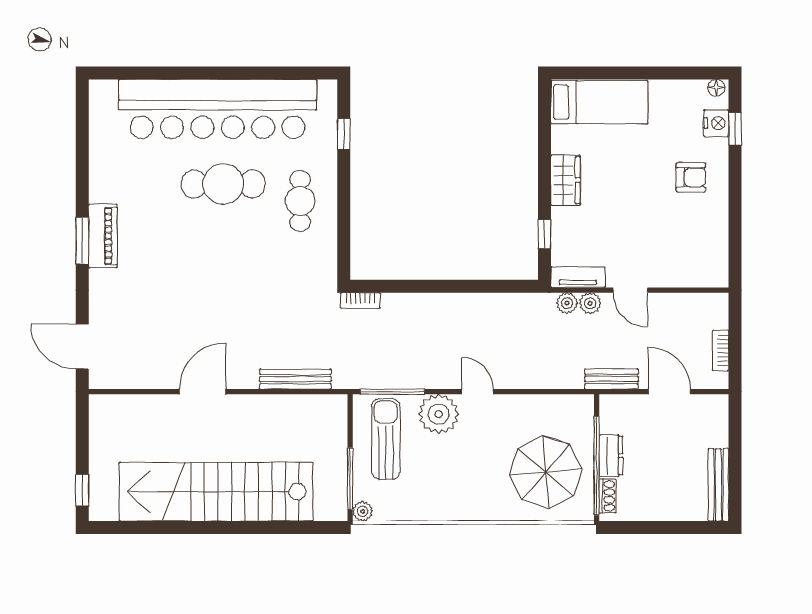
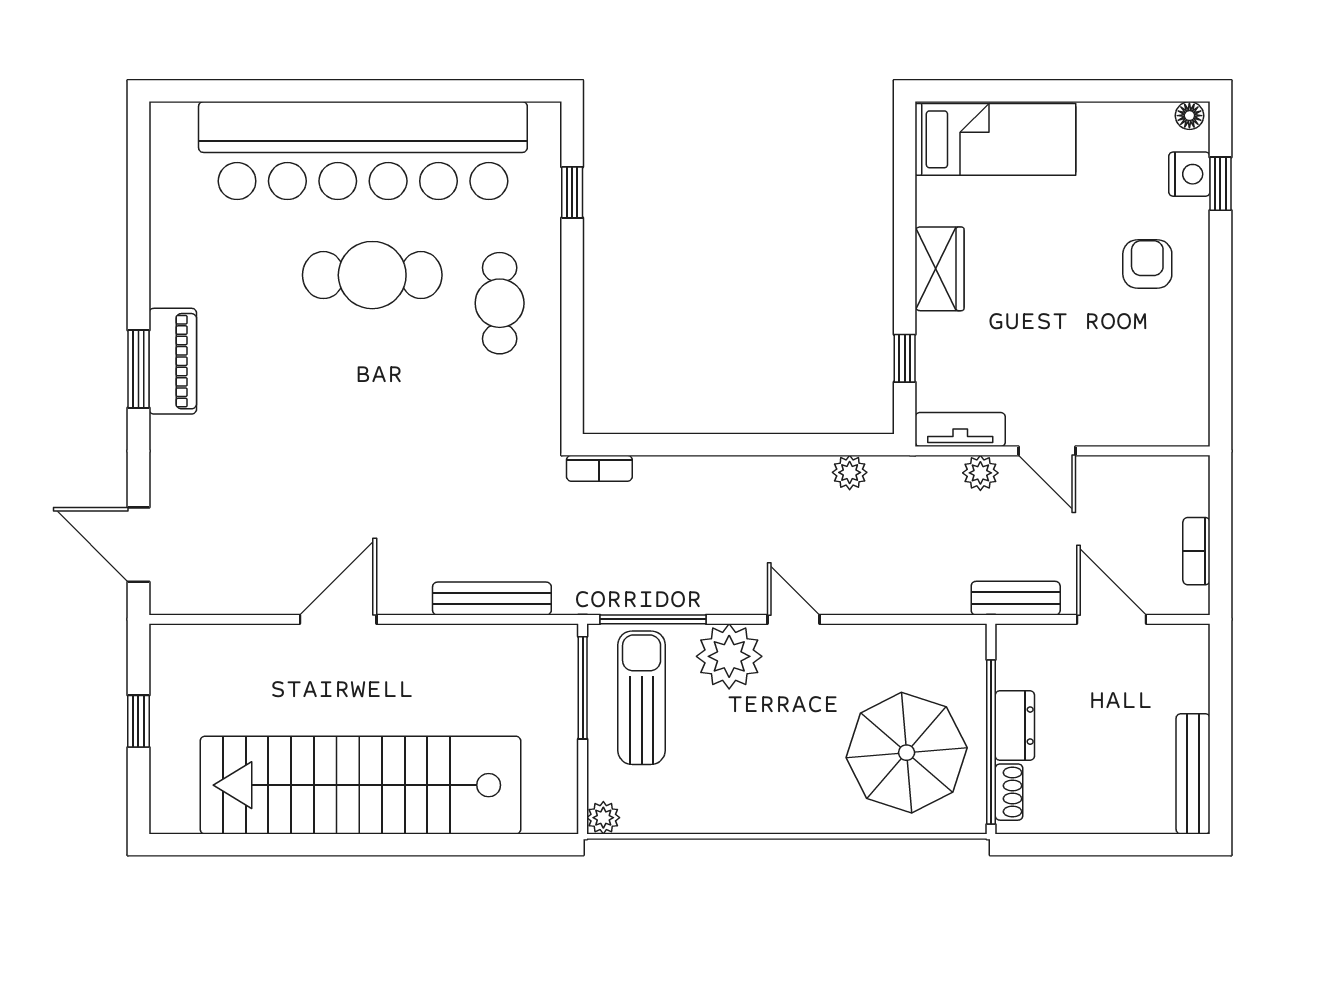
armchair: (691, 177) -> (1147, 264), turned -90
plant: (567, 303) -> (850, 472), moved
window: (350, 479) -> (583, 688), moved
window: (82, 490) -> (138, 721), moved

